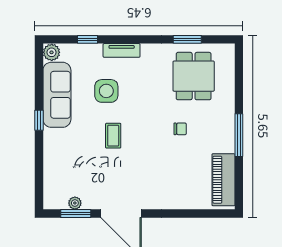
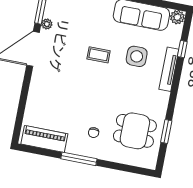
tv unit: (122, 50) -> (169, 69), width x1.41
chair: (180, 129) -> (94, 133), moved
plant: (75, 203) -> (47, 24), moved

